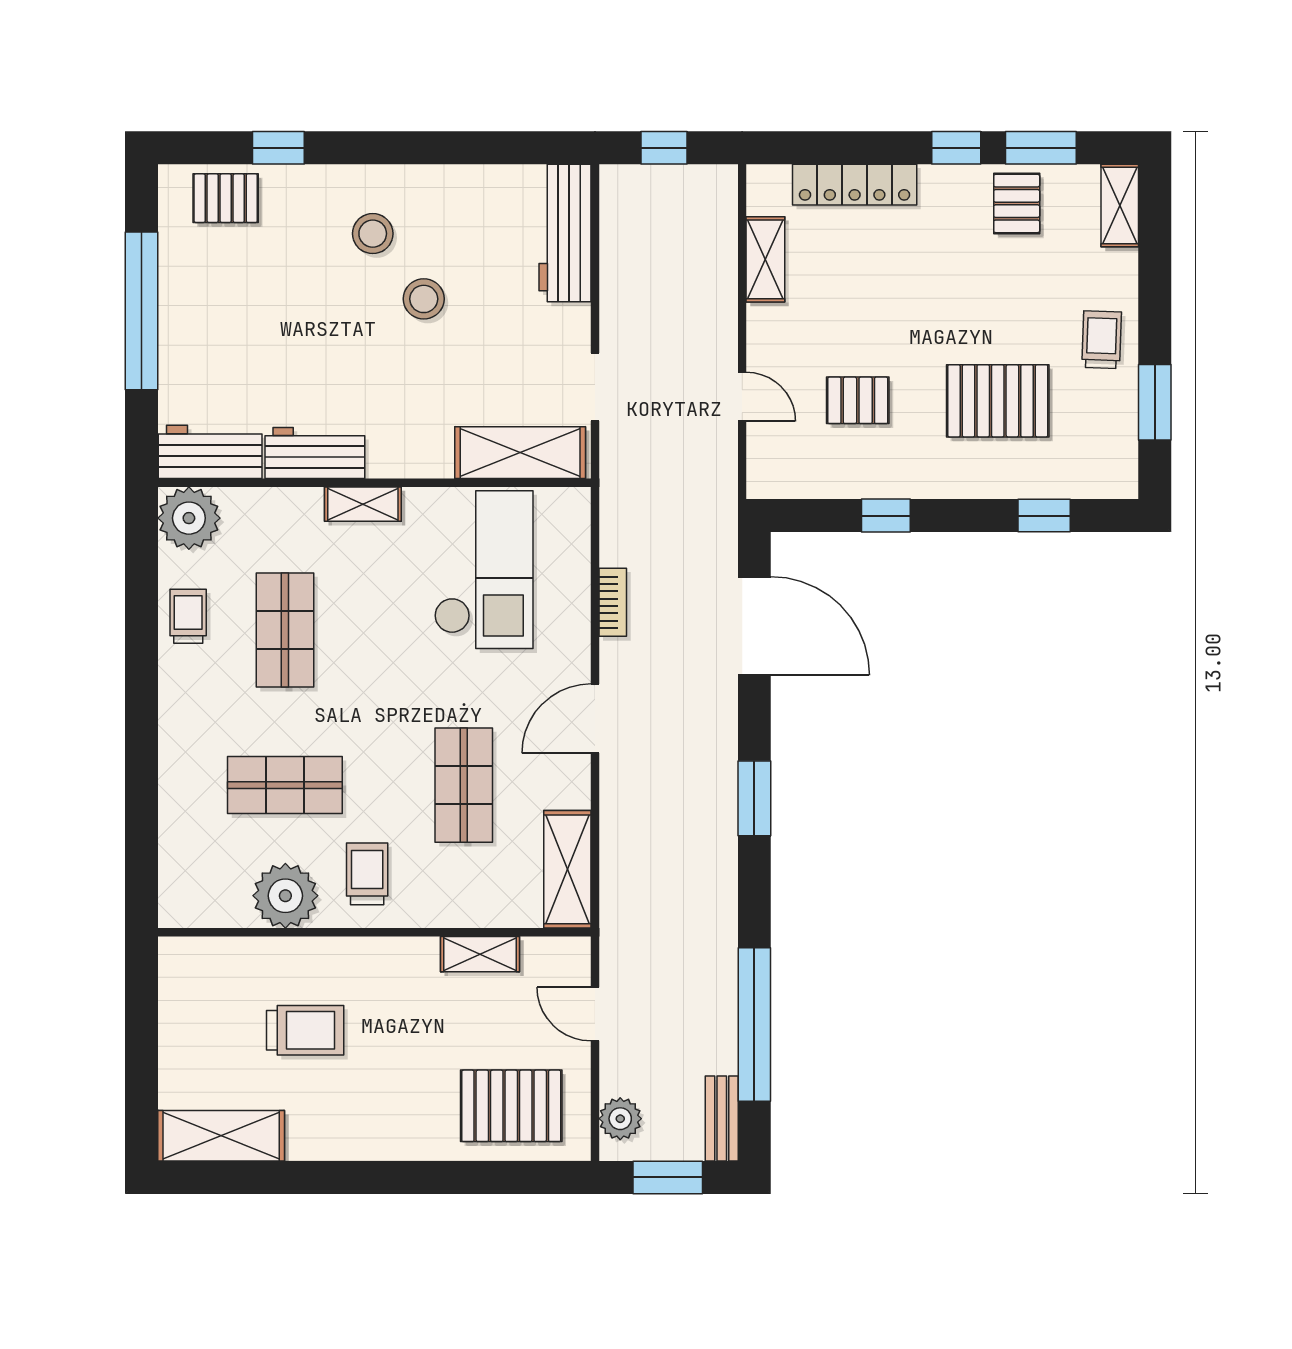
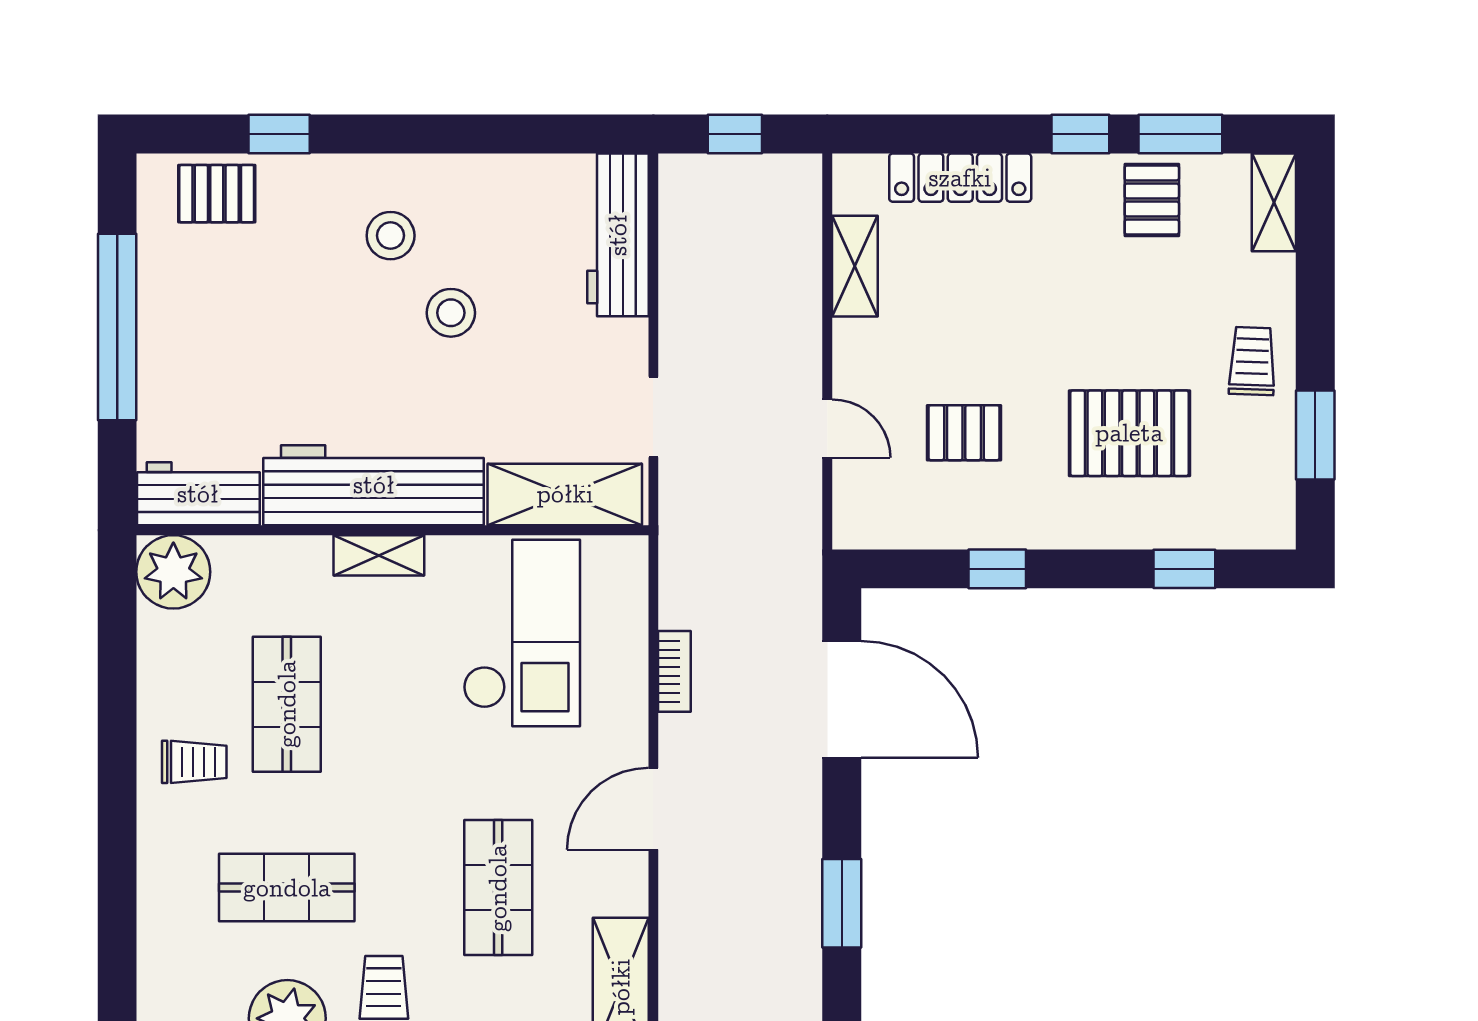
workbench: (315, 453) -> (374, 485), width x1.88, depth x1.32
trolley: (188, 616) -> (194, 762), moved, turned 90

